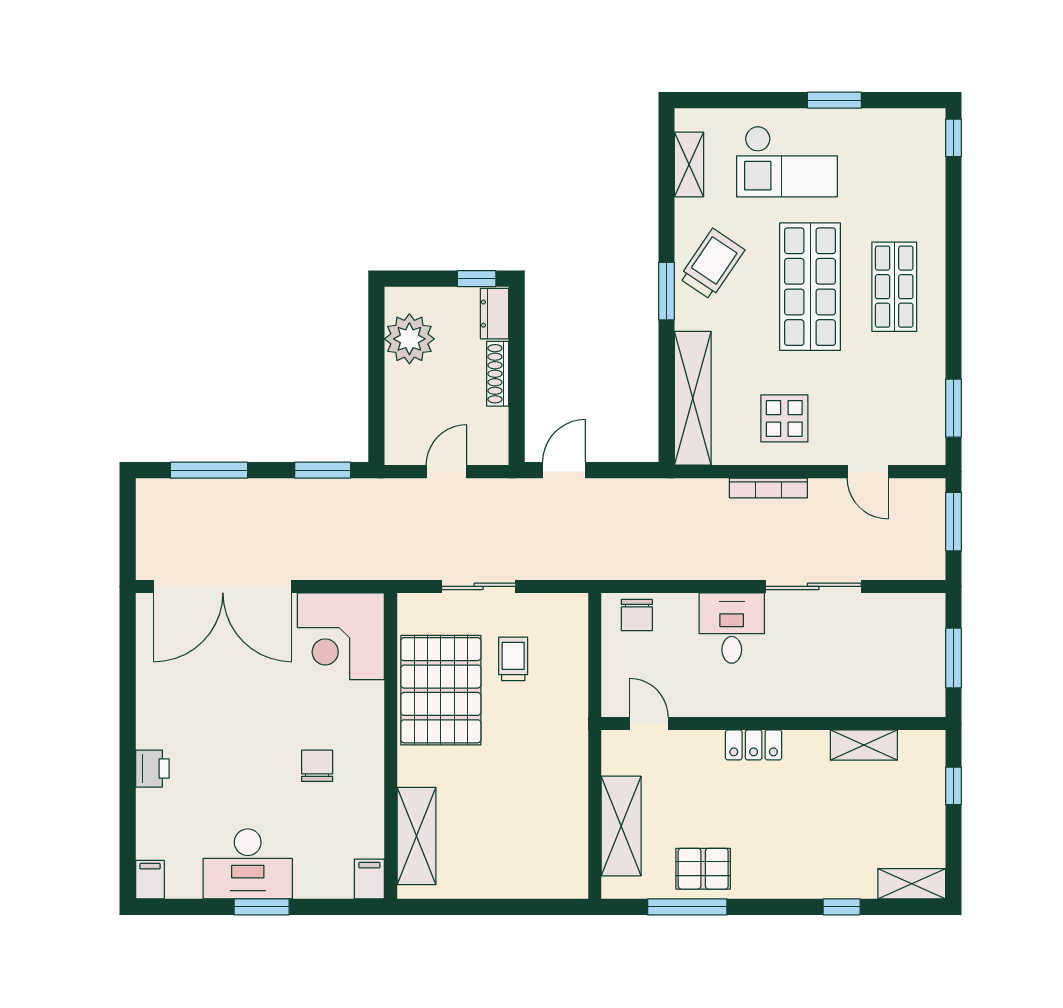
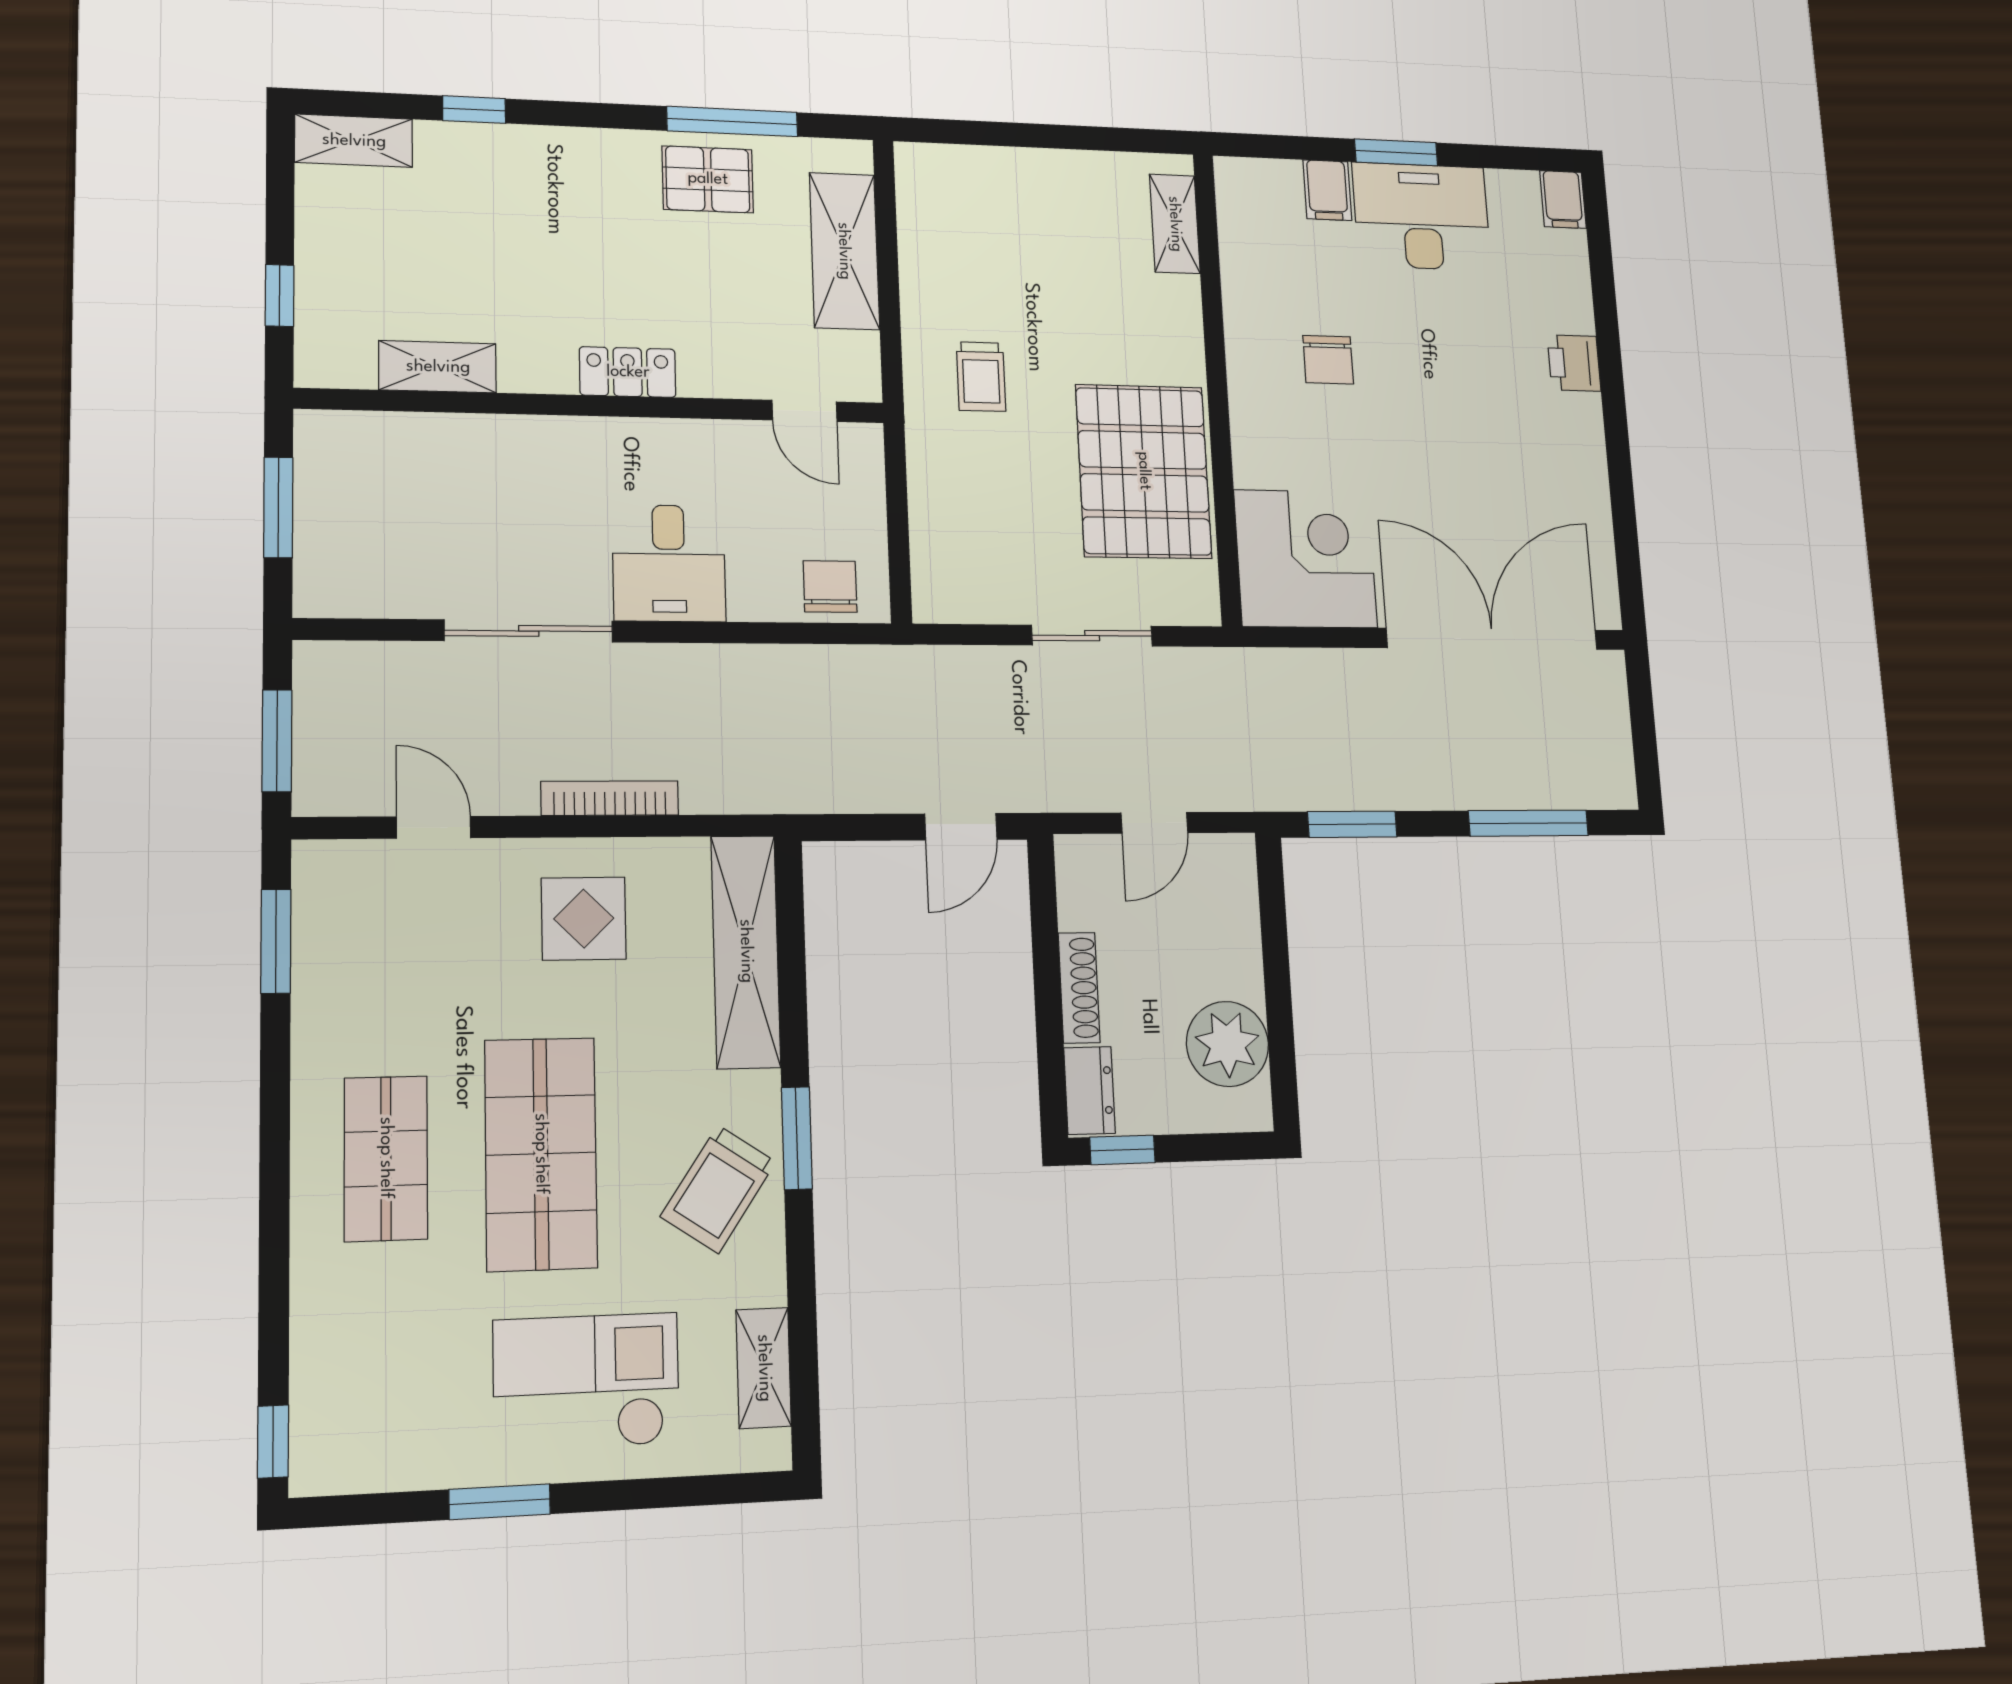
trolley: (513, 659) -> (981, 377), moved
shelving: (416, 836) -> (1175, 224), width x0.67, depth x0.75
filing cabinet: (369, 879) -> (1327, 190), moved

